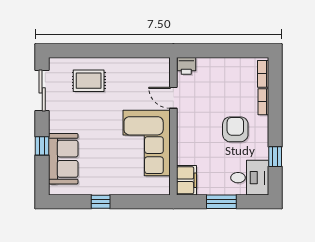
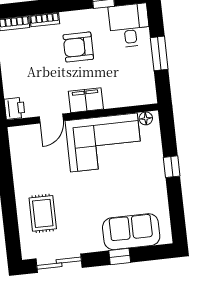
filing cabinet: (187, 180) -> (86, 100), moved
floor lamp: (164, 183) -> (146, 118), added
window: (101, 202) -> (172, 167), moved

